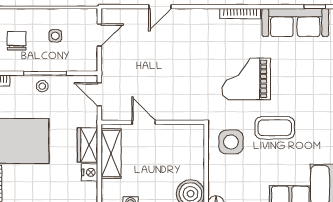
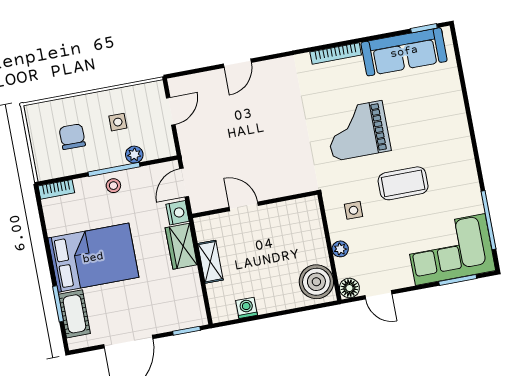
plant: (64, 64) -> (134, 155), added
door: (99, 94) -> (184, 183), hinge flipped
side table: (231, 142) -> (353, 210), width x0.54, depth x0.54
shelving: (111, 153) -> (210, 262), width x0.67, depth x0.75
plant: (215, 171) -> (340, 249), added
nightstand: (89, 172) -> (178, 213), moved

